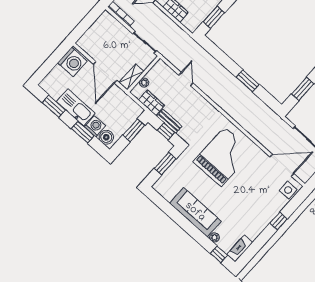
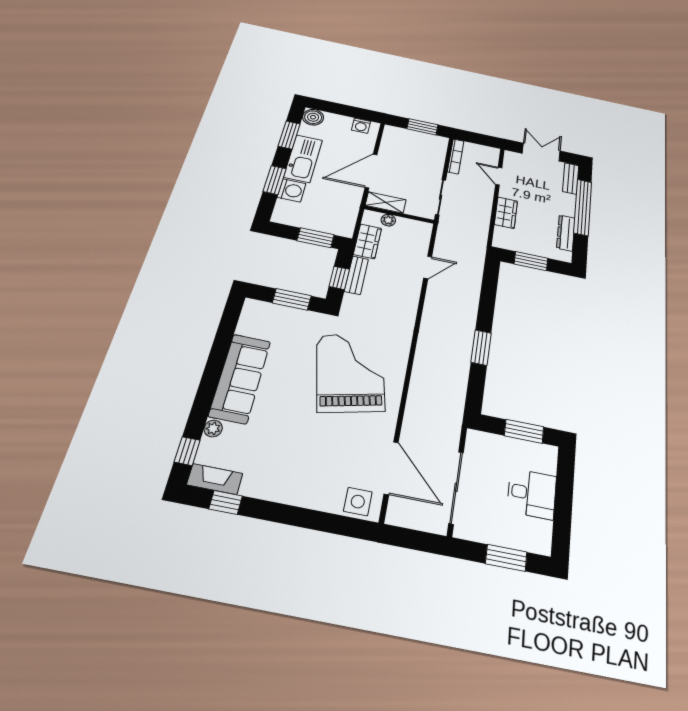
window: (89, 21) -> (422, 127), added
washing machine: (72, 62) -> (361, 126), width x0.53, depth x0.53
boiler: (106, 137) -> (313, 117), moved
grand piano: (223, 157) -> (350, 372), turned -103
window: (278, 221) -> (226, 502), moved

